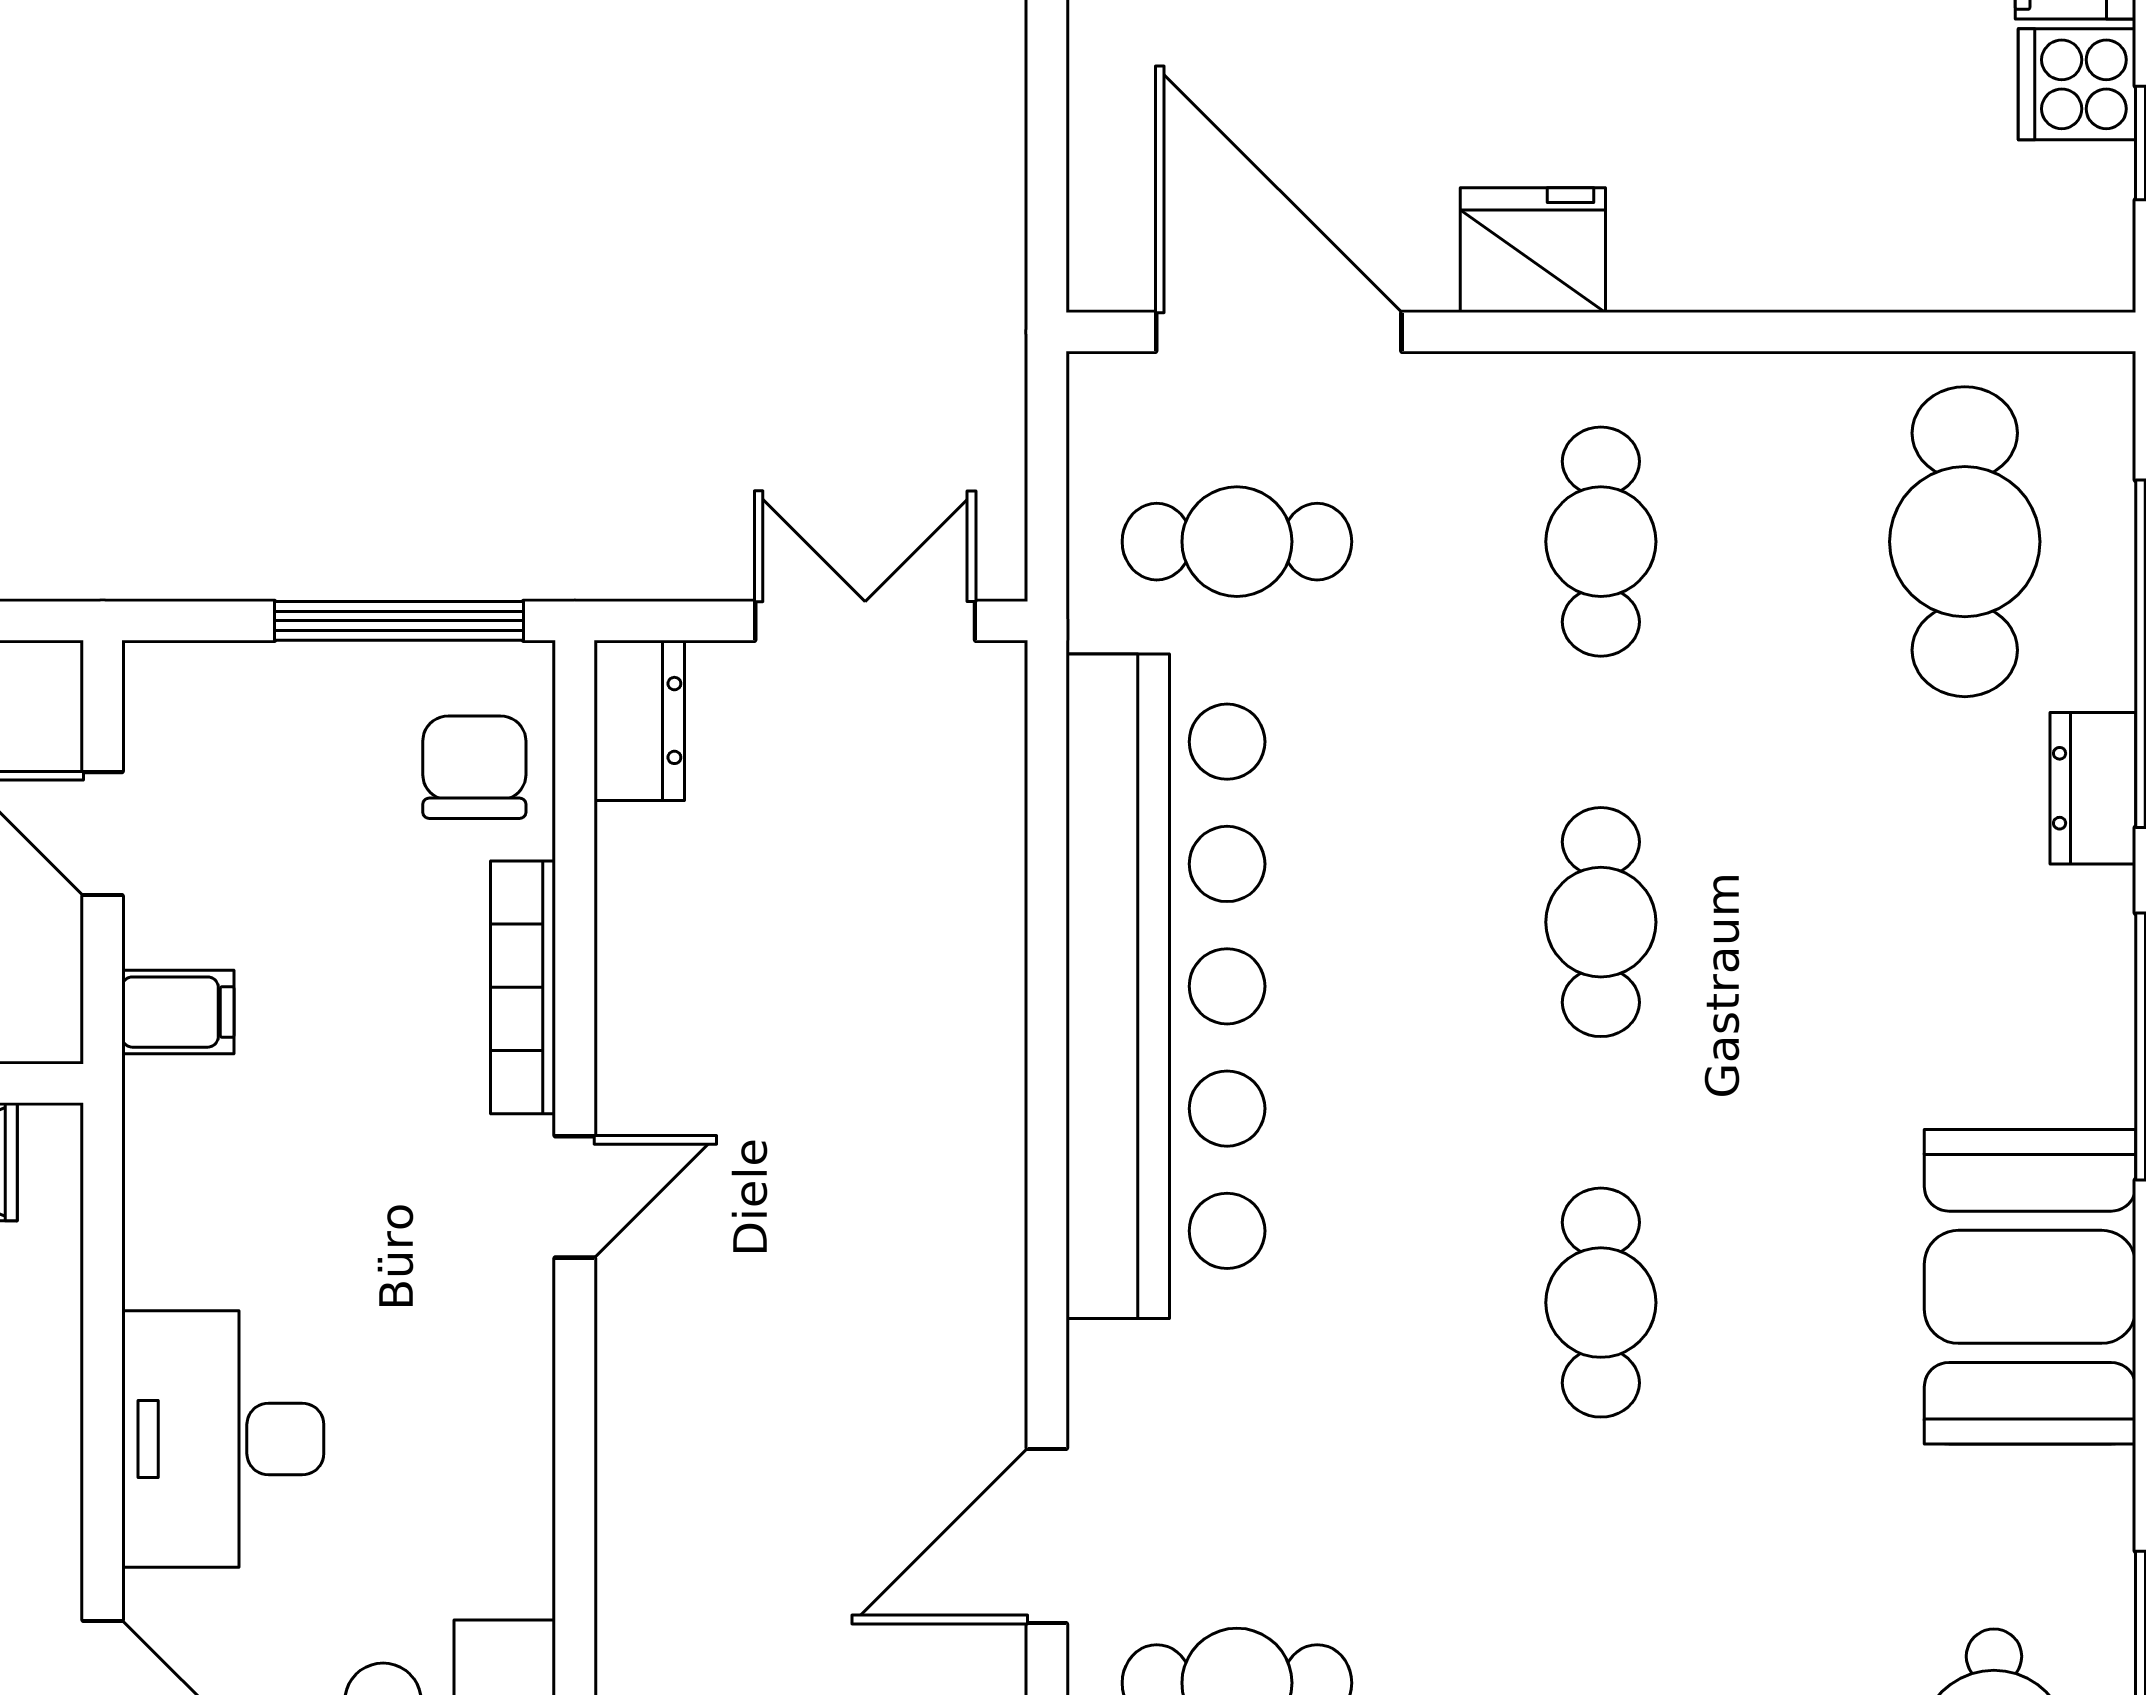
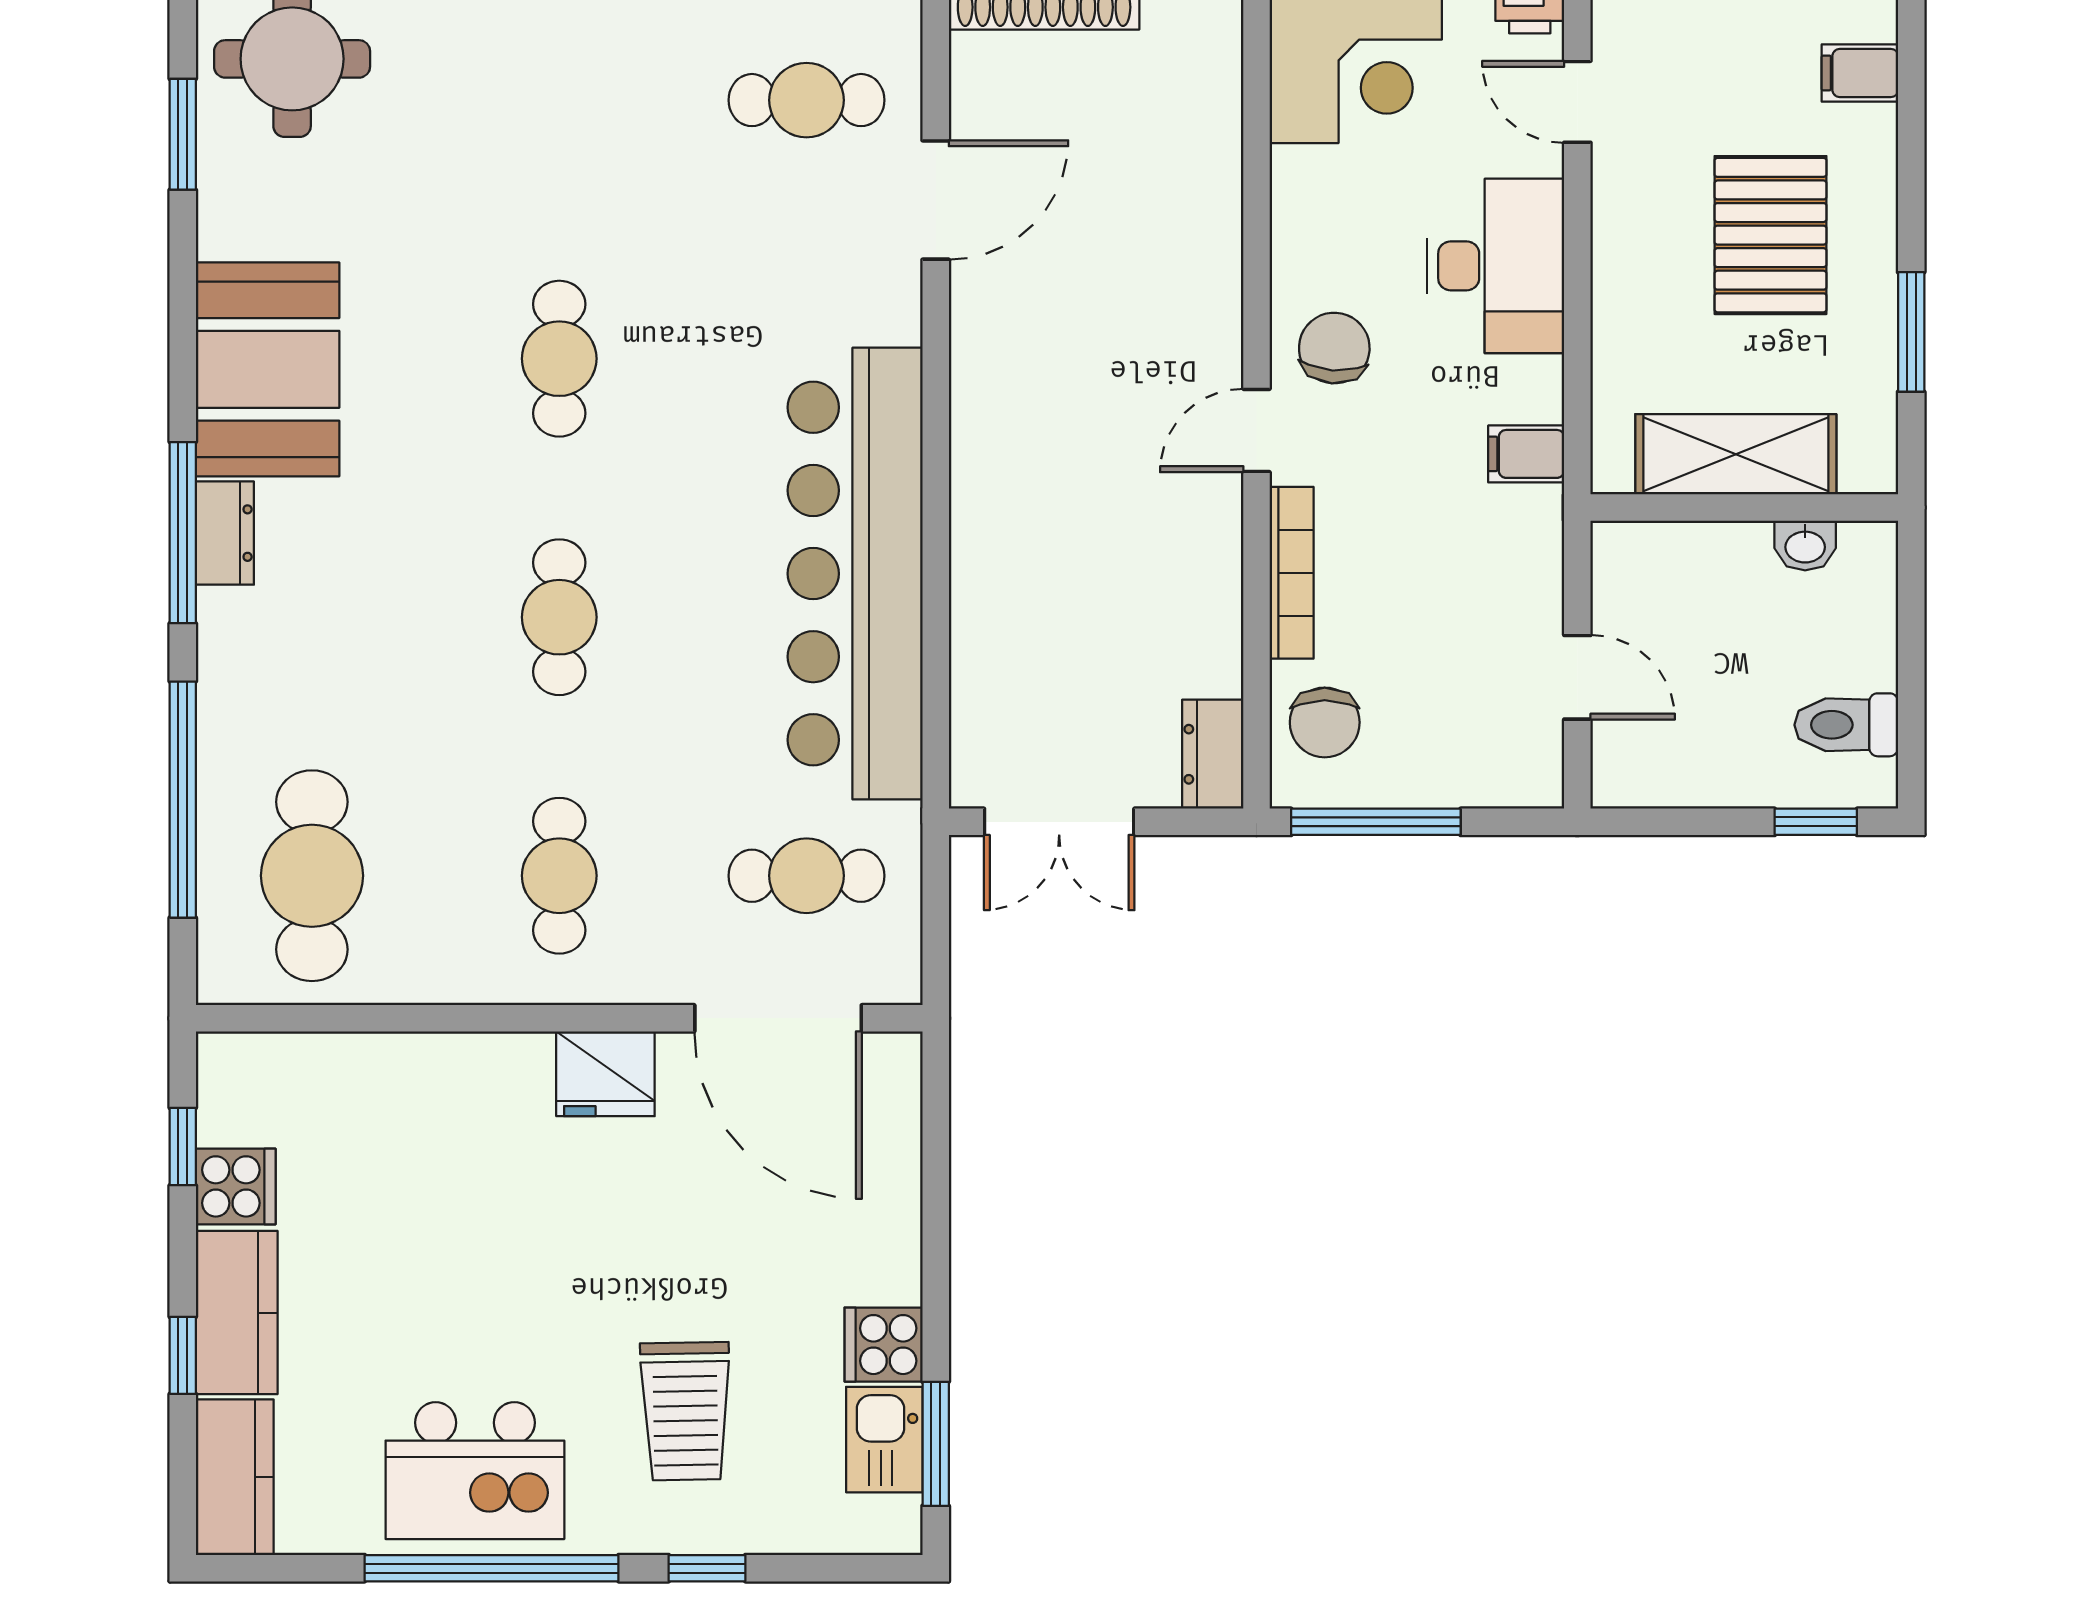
dresser: (2093, 788) -> (225, 533), moved
filing cabinet: (178, 1012) -> (1526, 454), moved
chair: (460, 1318) -> (1334, 348), added

